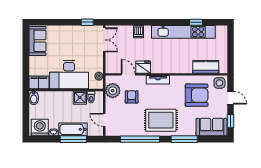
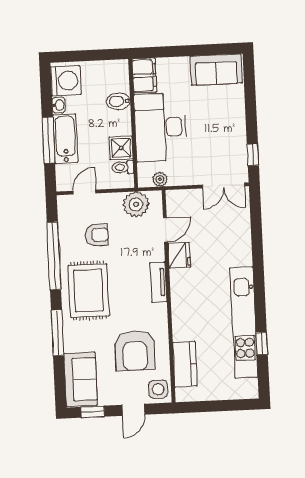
dishwasher: (139, 32) -> (241, 245), removed
armchair: (132, 97) -> (97, 235), moved
bidet: (34, 98) -> (118, 101), moved

